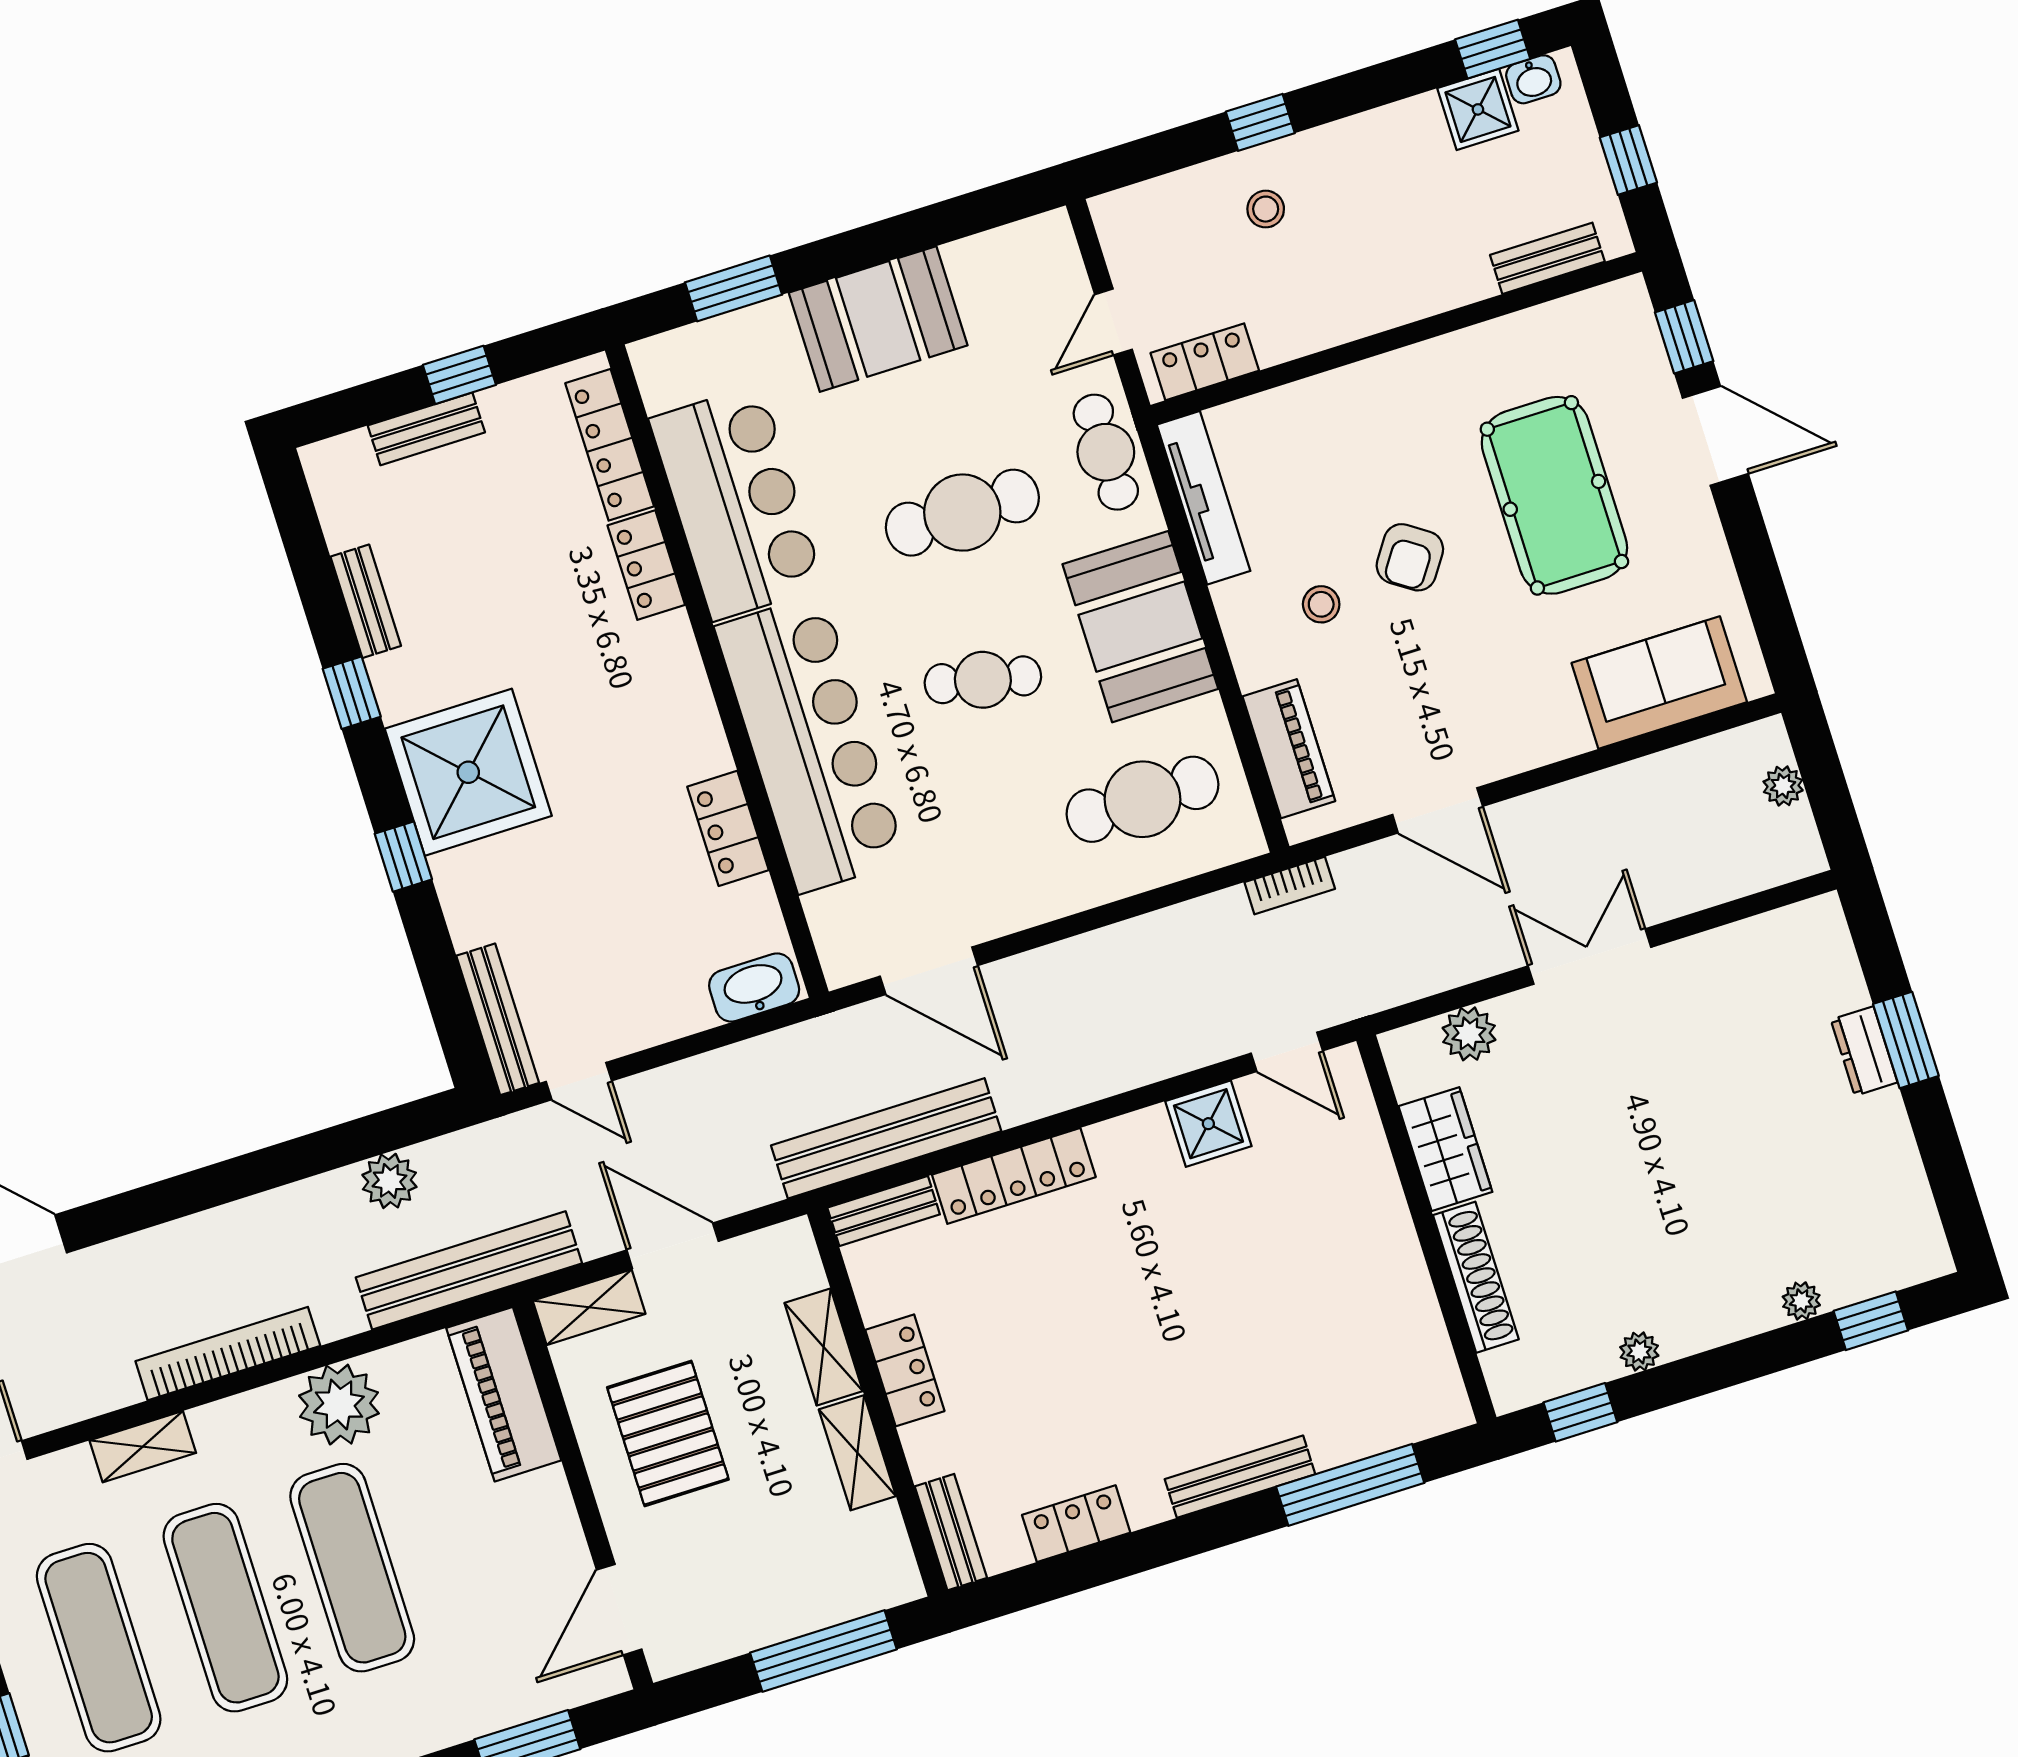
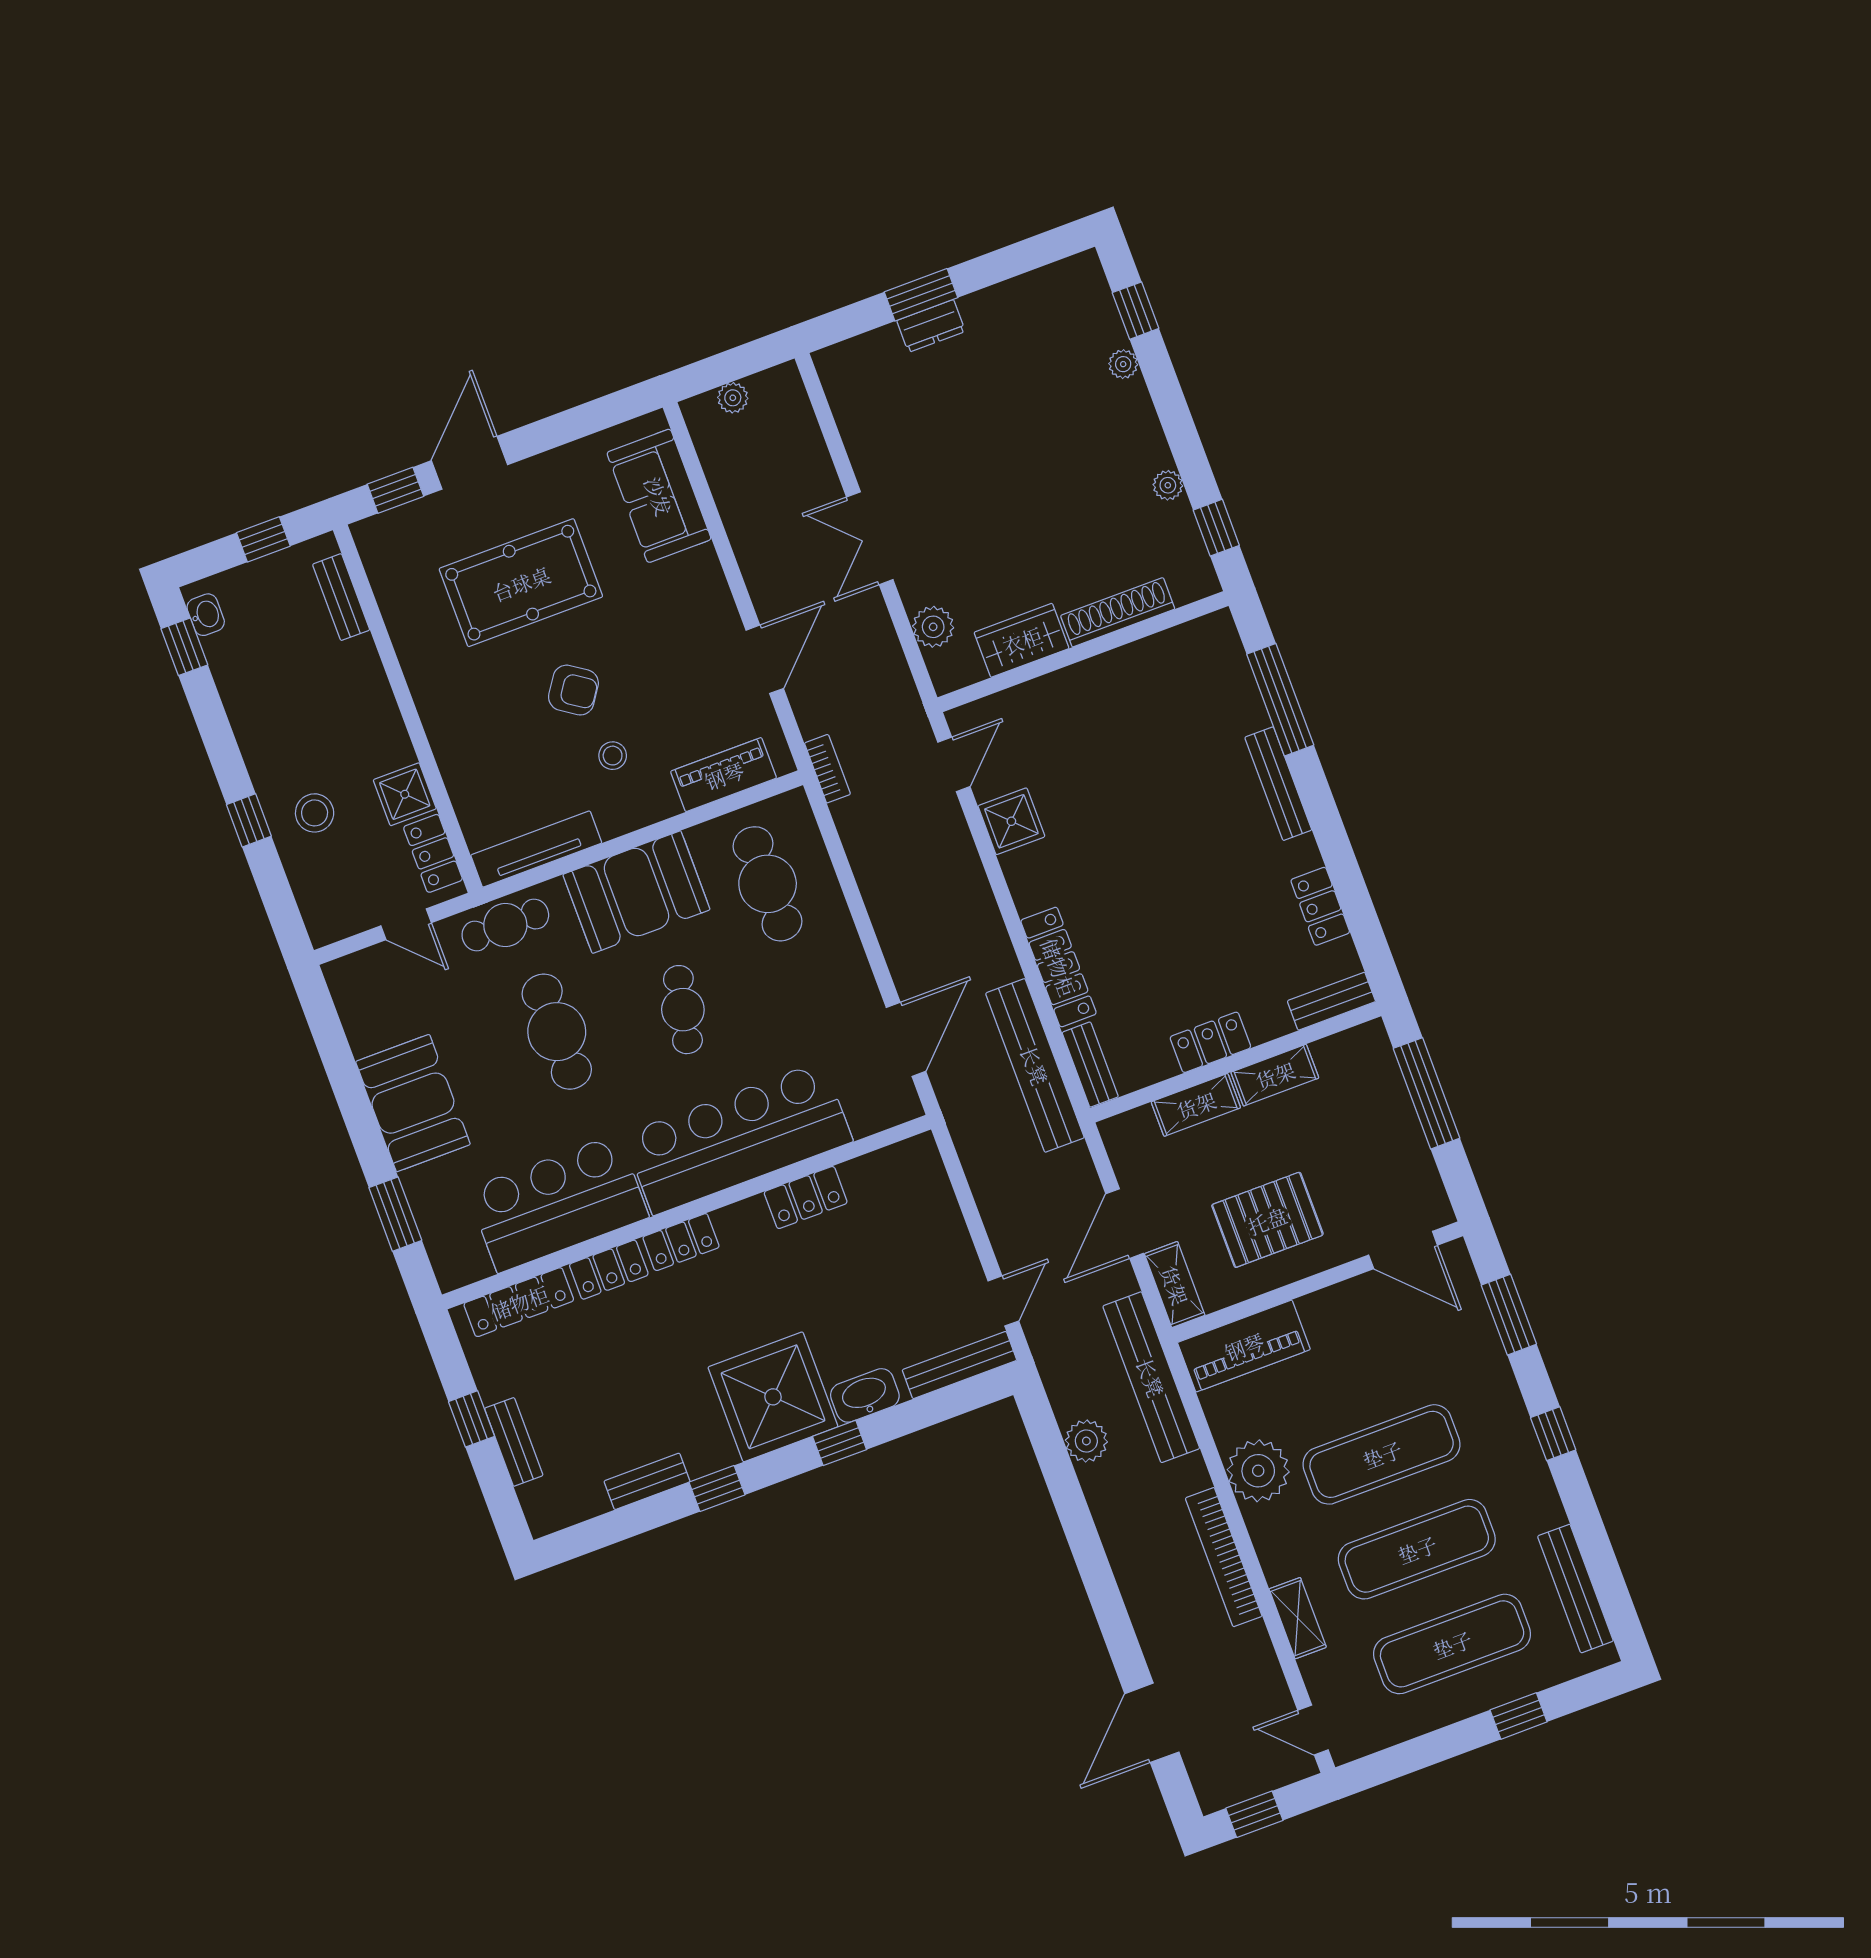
shower: (1478, 109) -> (405, 794), moved
stool: (1266, 209) -> (315, 813), width x1.37, depth x1.37
locker: (678, 662) -> (681, 1242), added
washbasin: (754, 987) -> (865, 1395), moved, turned 90

